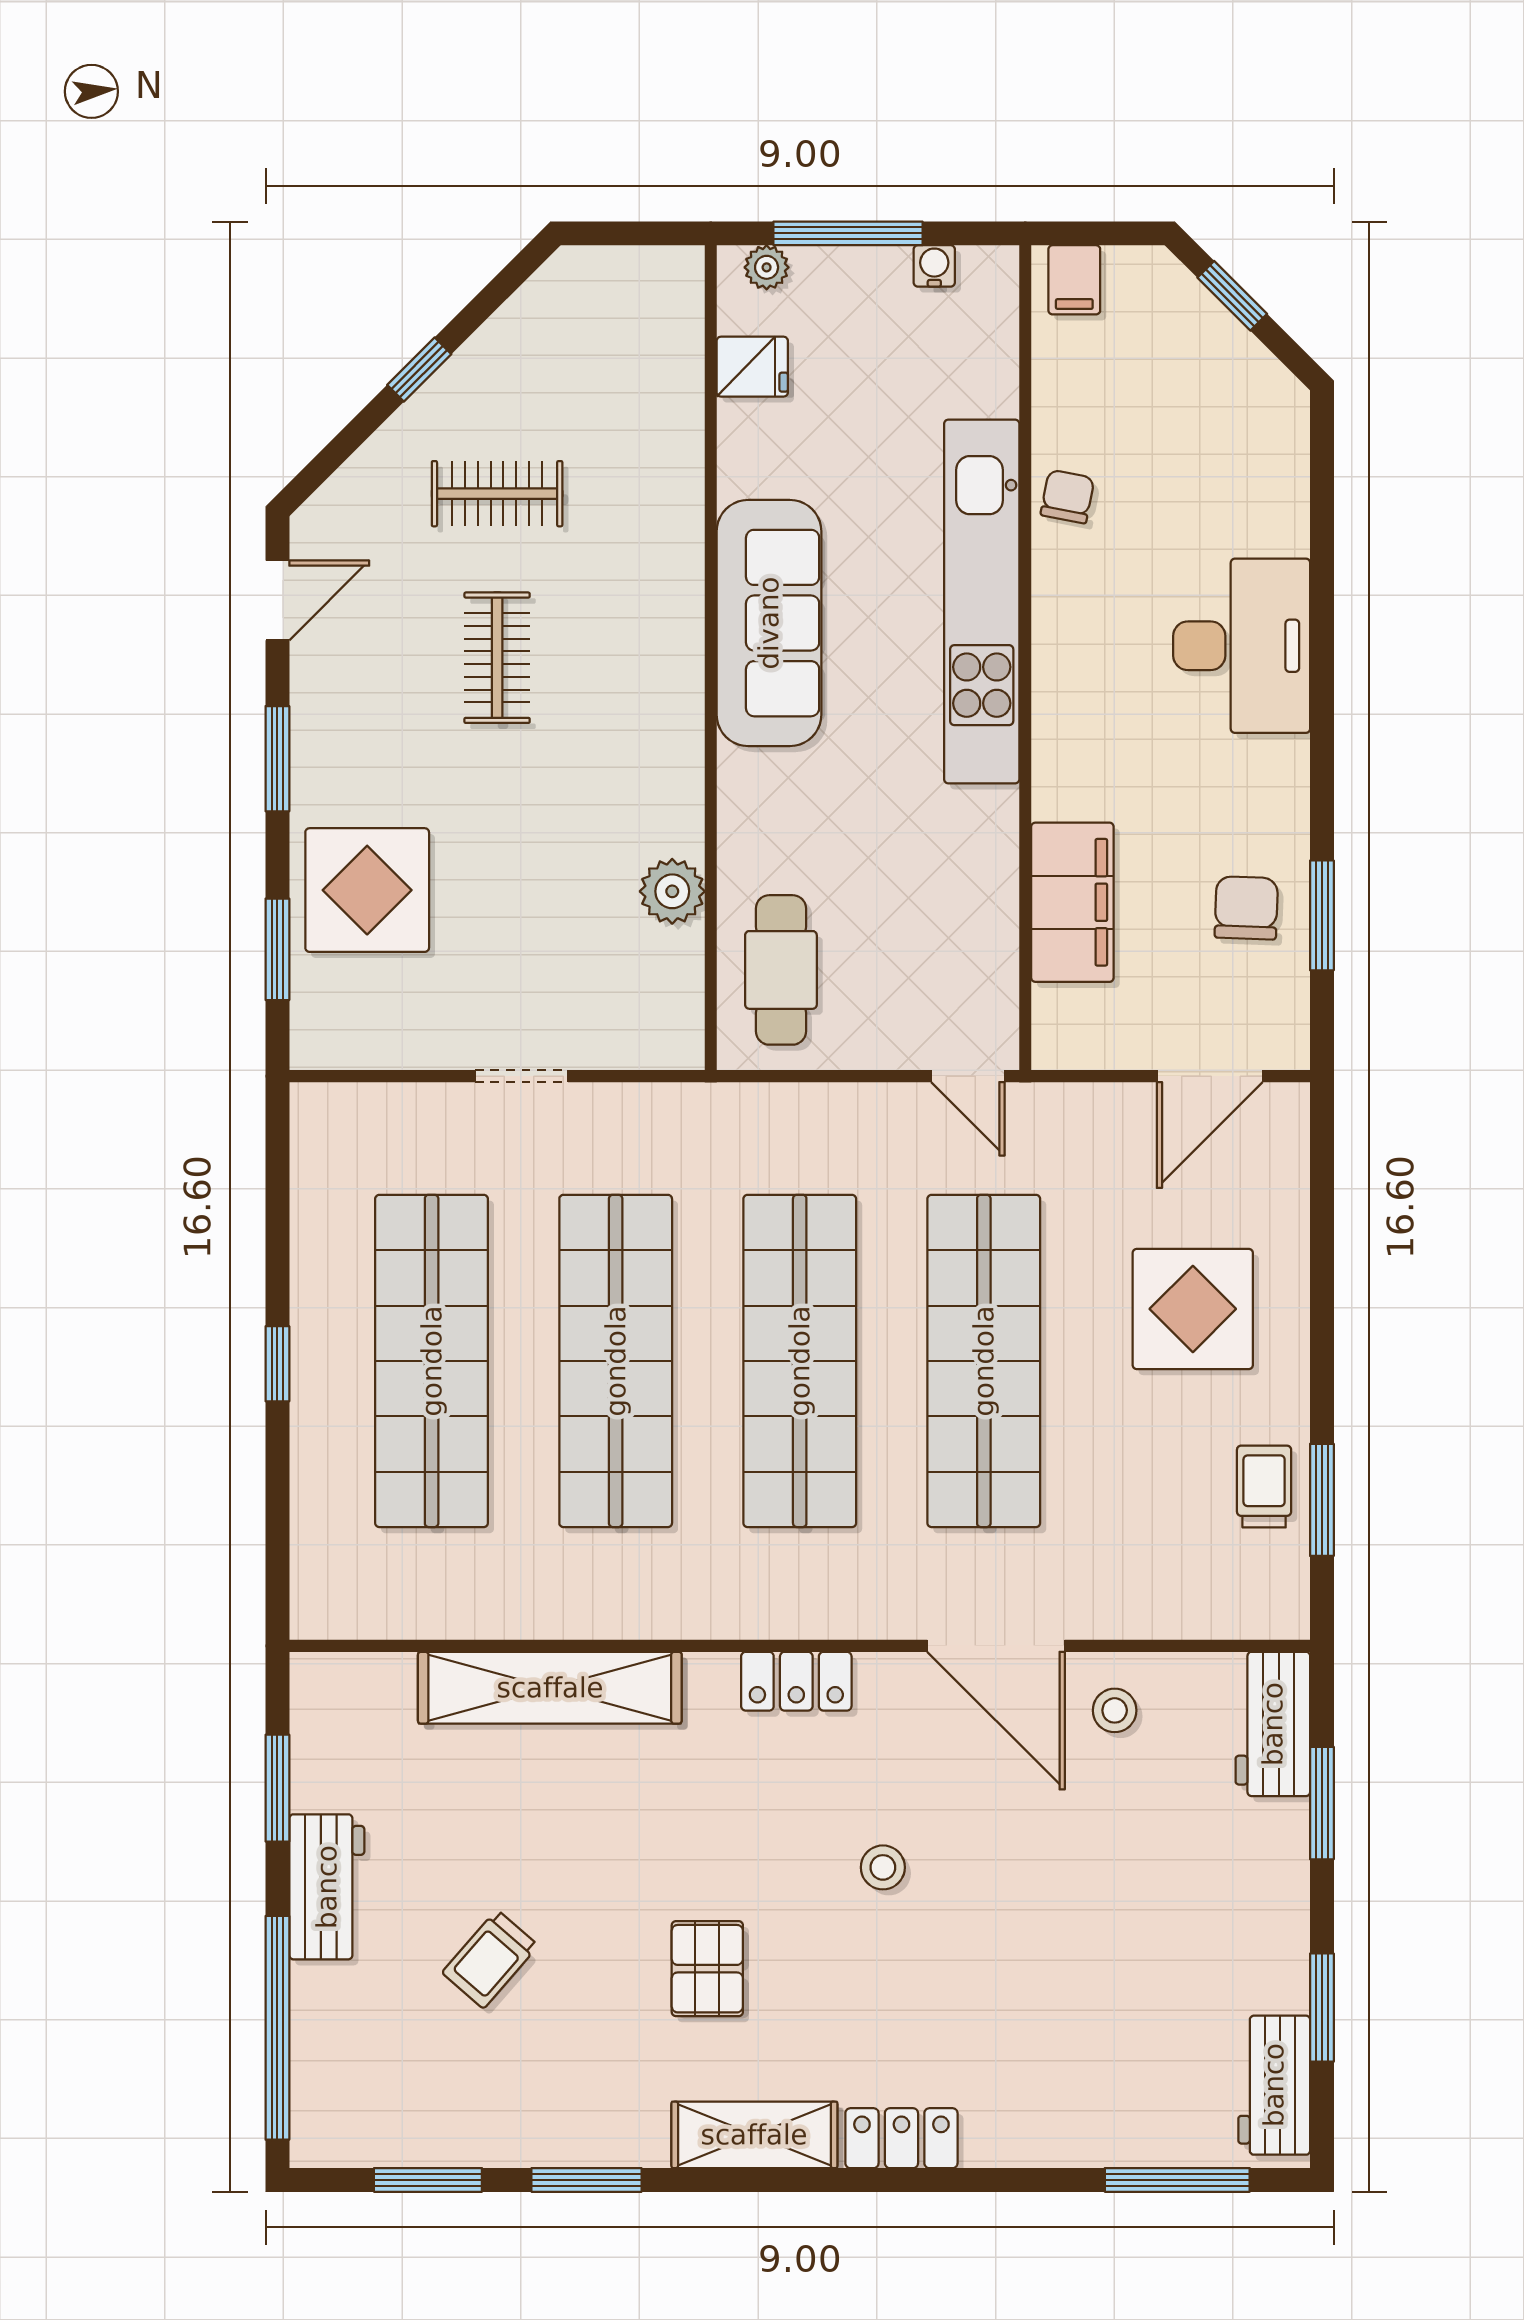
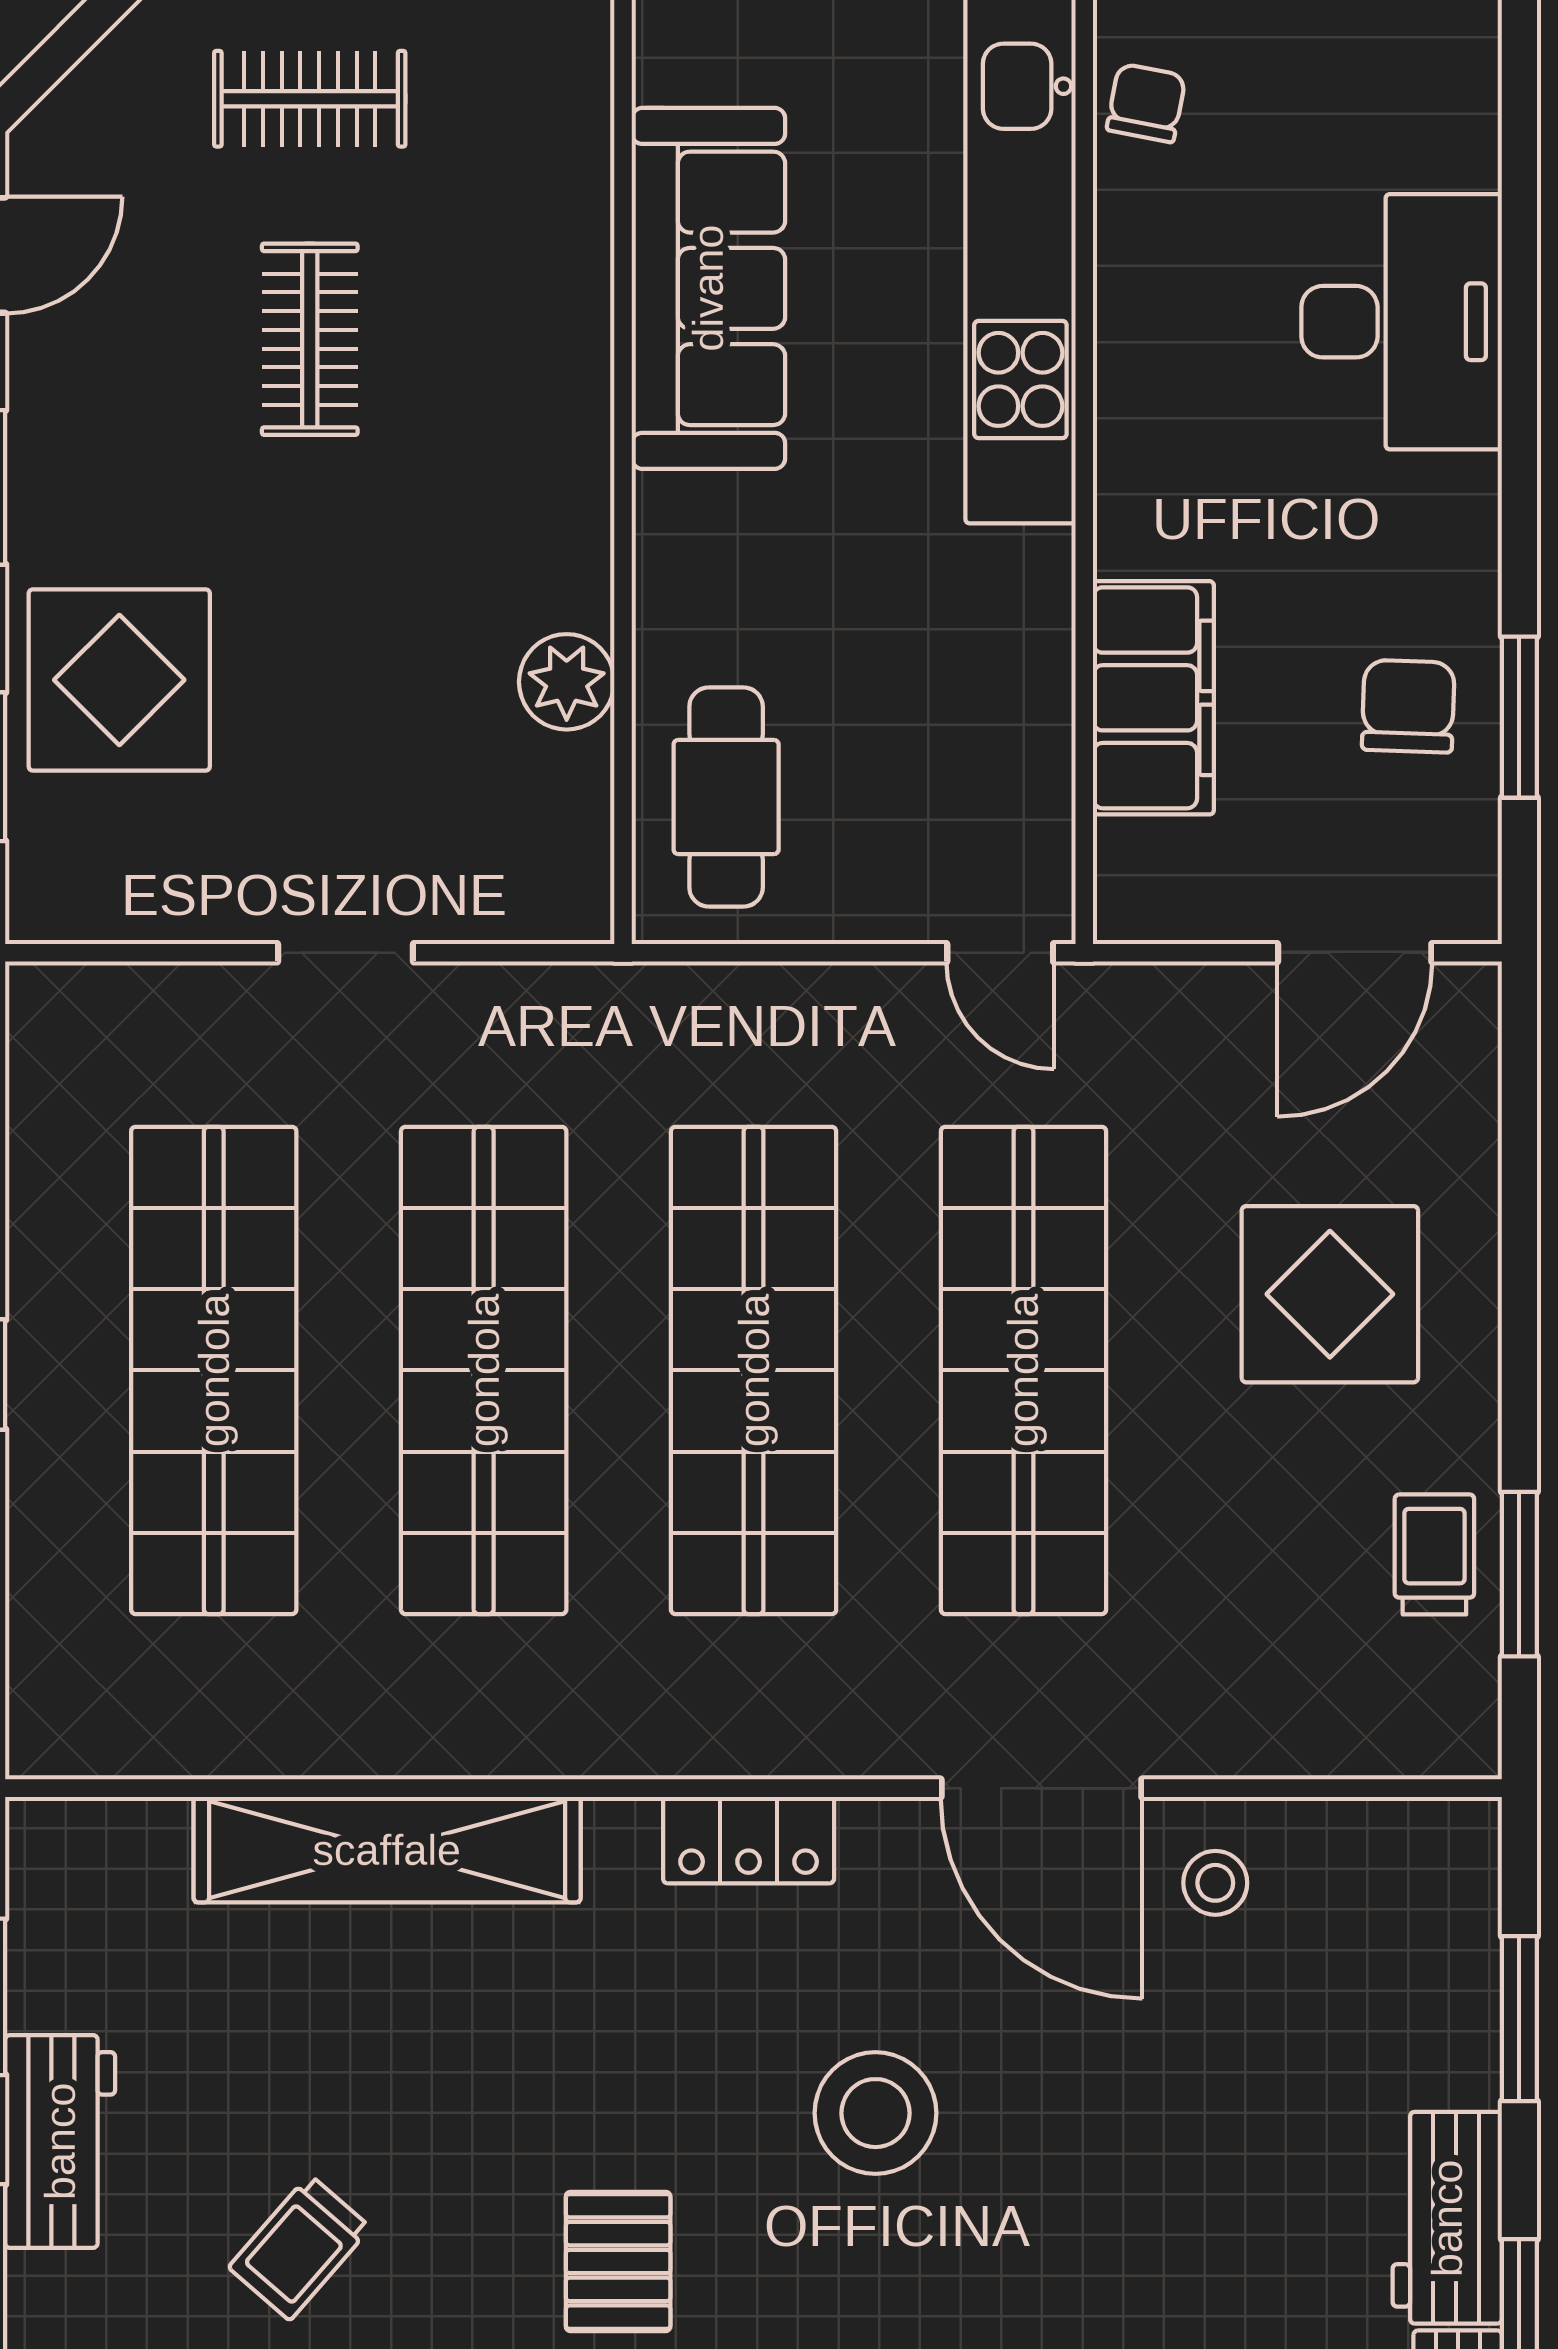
workbench: (1273, 1724) -> (1447, 2218), moved
stool: (883, 1867) -> (875, 2113), width x1.89, depth x1.89

